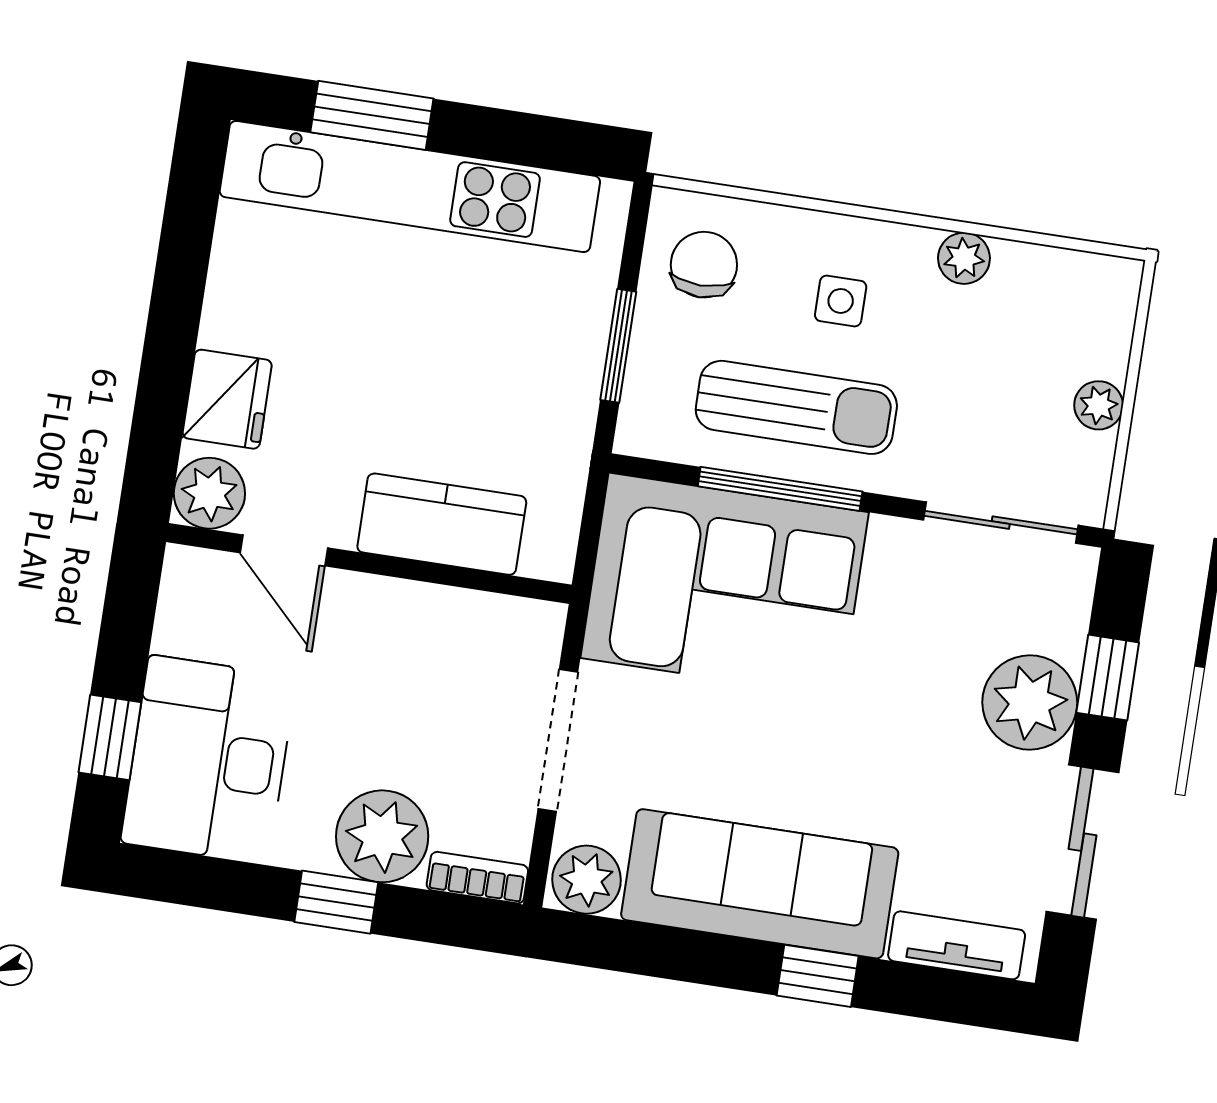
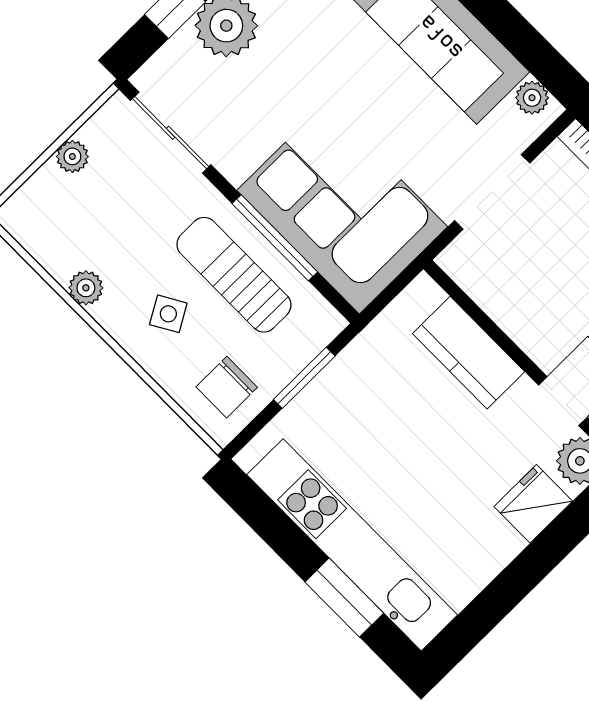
side table: (841, 301) -> (168, 314), turned -30
plant: (587, 880) -> (532, 98), width x0.73, depth x0.73

